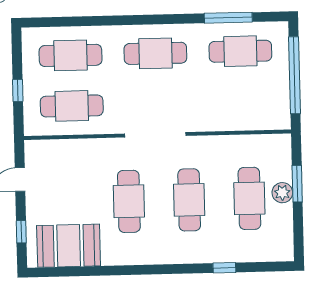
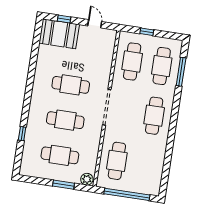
window: (228, 18) -> (181, 72), moved
cafe table: (240, 51) -> (117, 161), moved
plant: (282, 193) -> (87, 179), moved
booth: (69, 246) -> (59, 34), moved, turned 90

